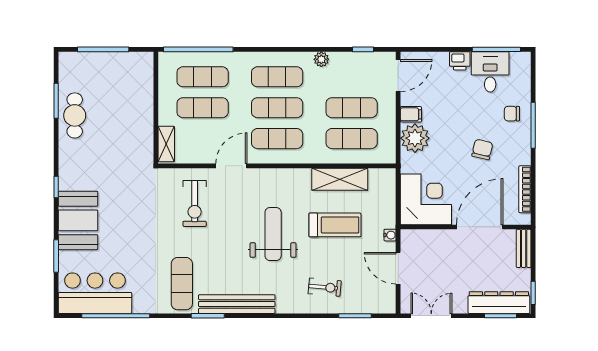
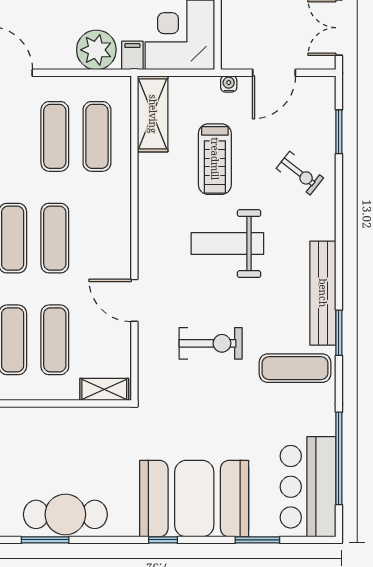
filing cabinet: (411, 114) -> (132, 55), moved
cafe table: (75, 115) -> (65, 514), width x1.37, depth x1.35
exercise mat: (277, 139) -> (97, 238), removed
shelving: (340, 179) -> (153, 114), moved
exercise bike: (195, 204) -> (211, 343), moved
booth: (78, 220) -> (194, 499), width x1.36, depth x1.42
treadmill: (335, 225) -> (215, 159), turned 180
exercise bike: (325, 287) -> (300, 173), turned 123

